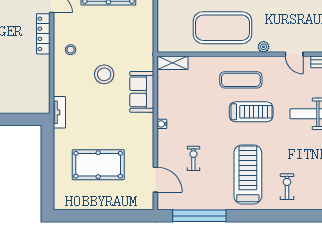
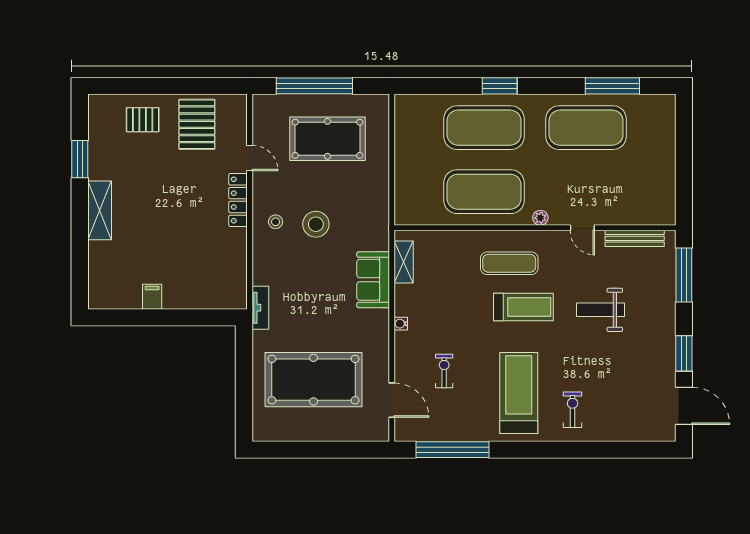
shelving: (172, 63) -> (404, 262), moved, turned 90
stool: (104, 74) -> (316, 224), moved
pool table: (98, 165) -> (313, 380), width x1.36, depth x1.32

